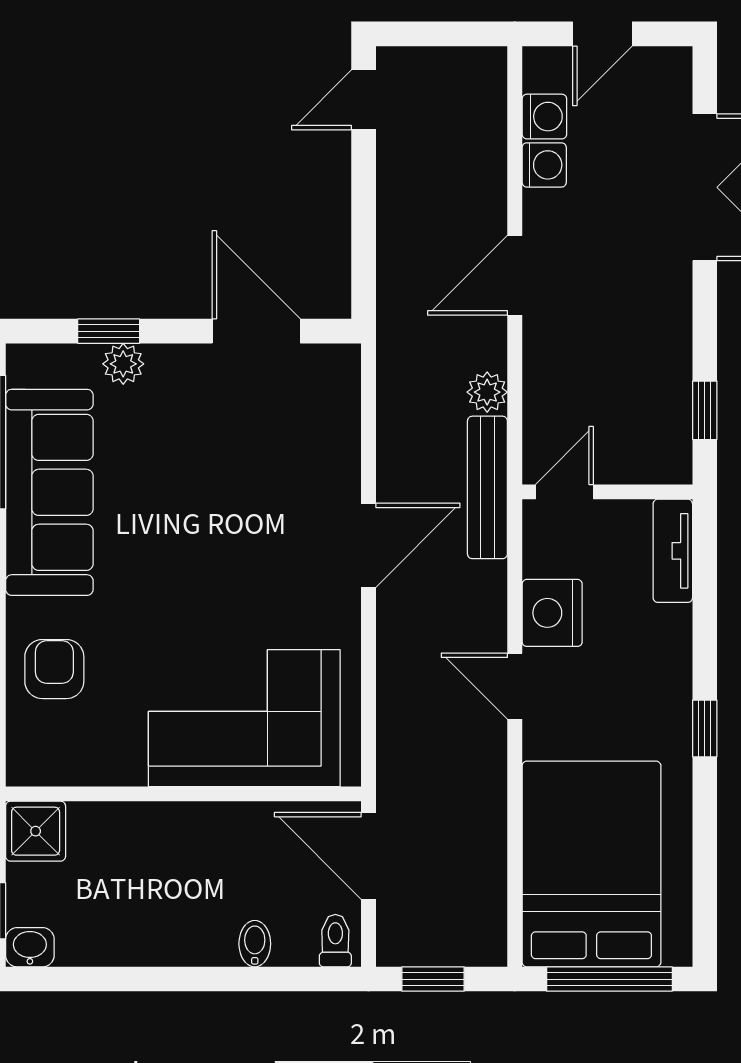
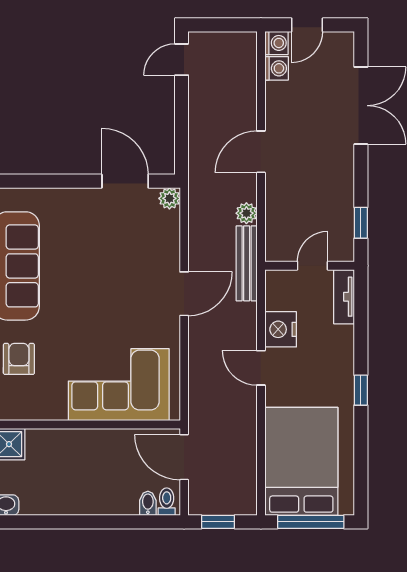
washing machine: (544, 165) -> (276, 43), moved
window: (109, 331) -> (47, 181), removed
plant: (123, 364) -> (169, 198), moved
door: (564, 492) -> (312, 266), moved
bidet: (255, 944) -> (148, 503), moved

